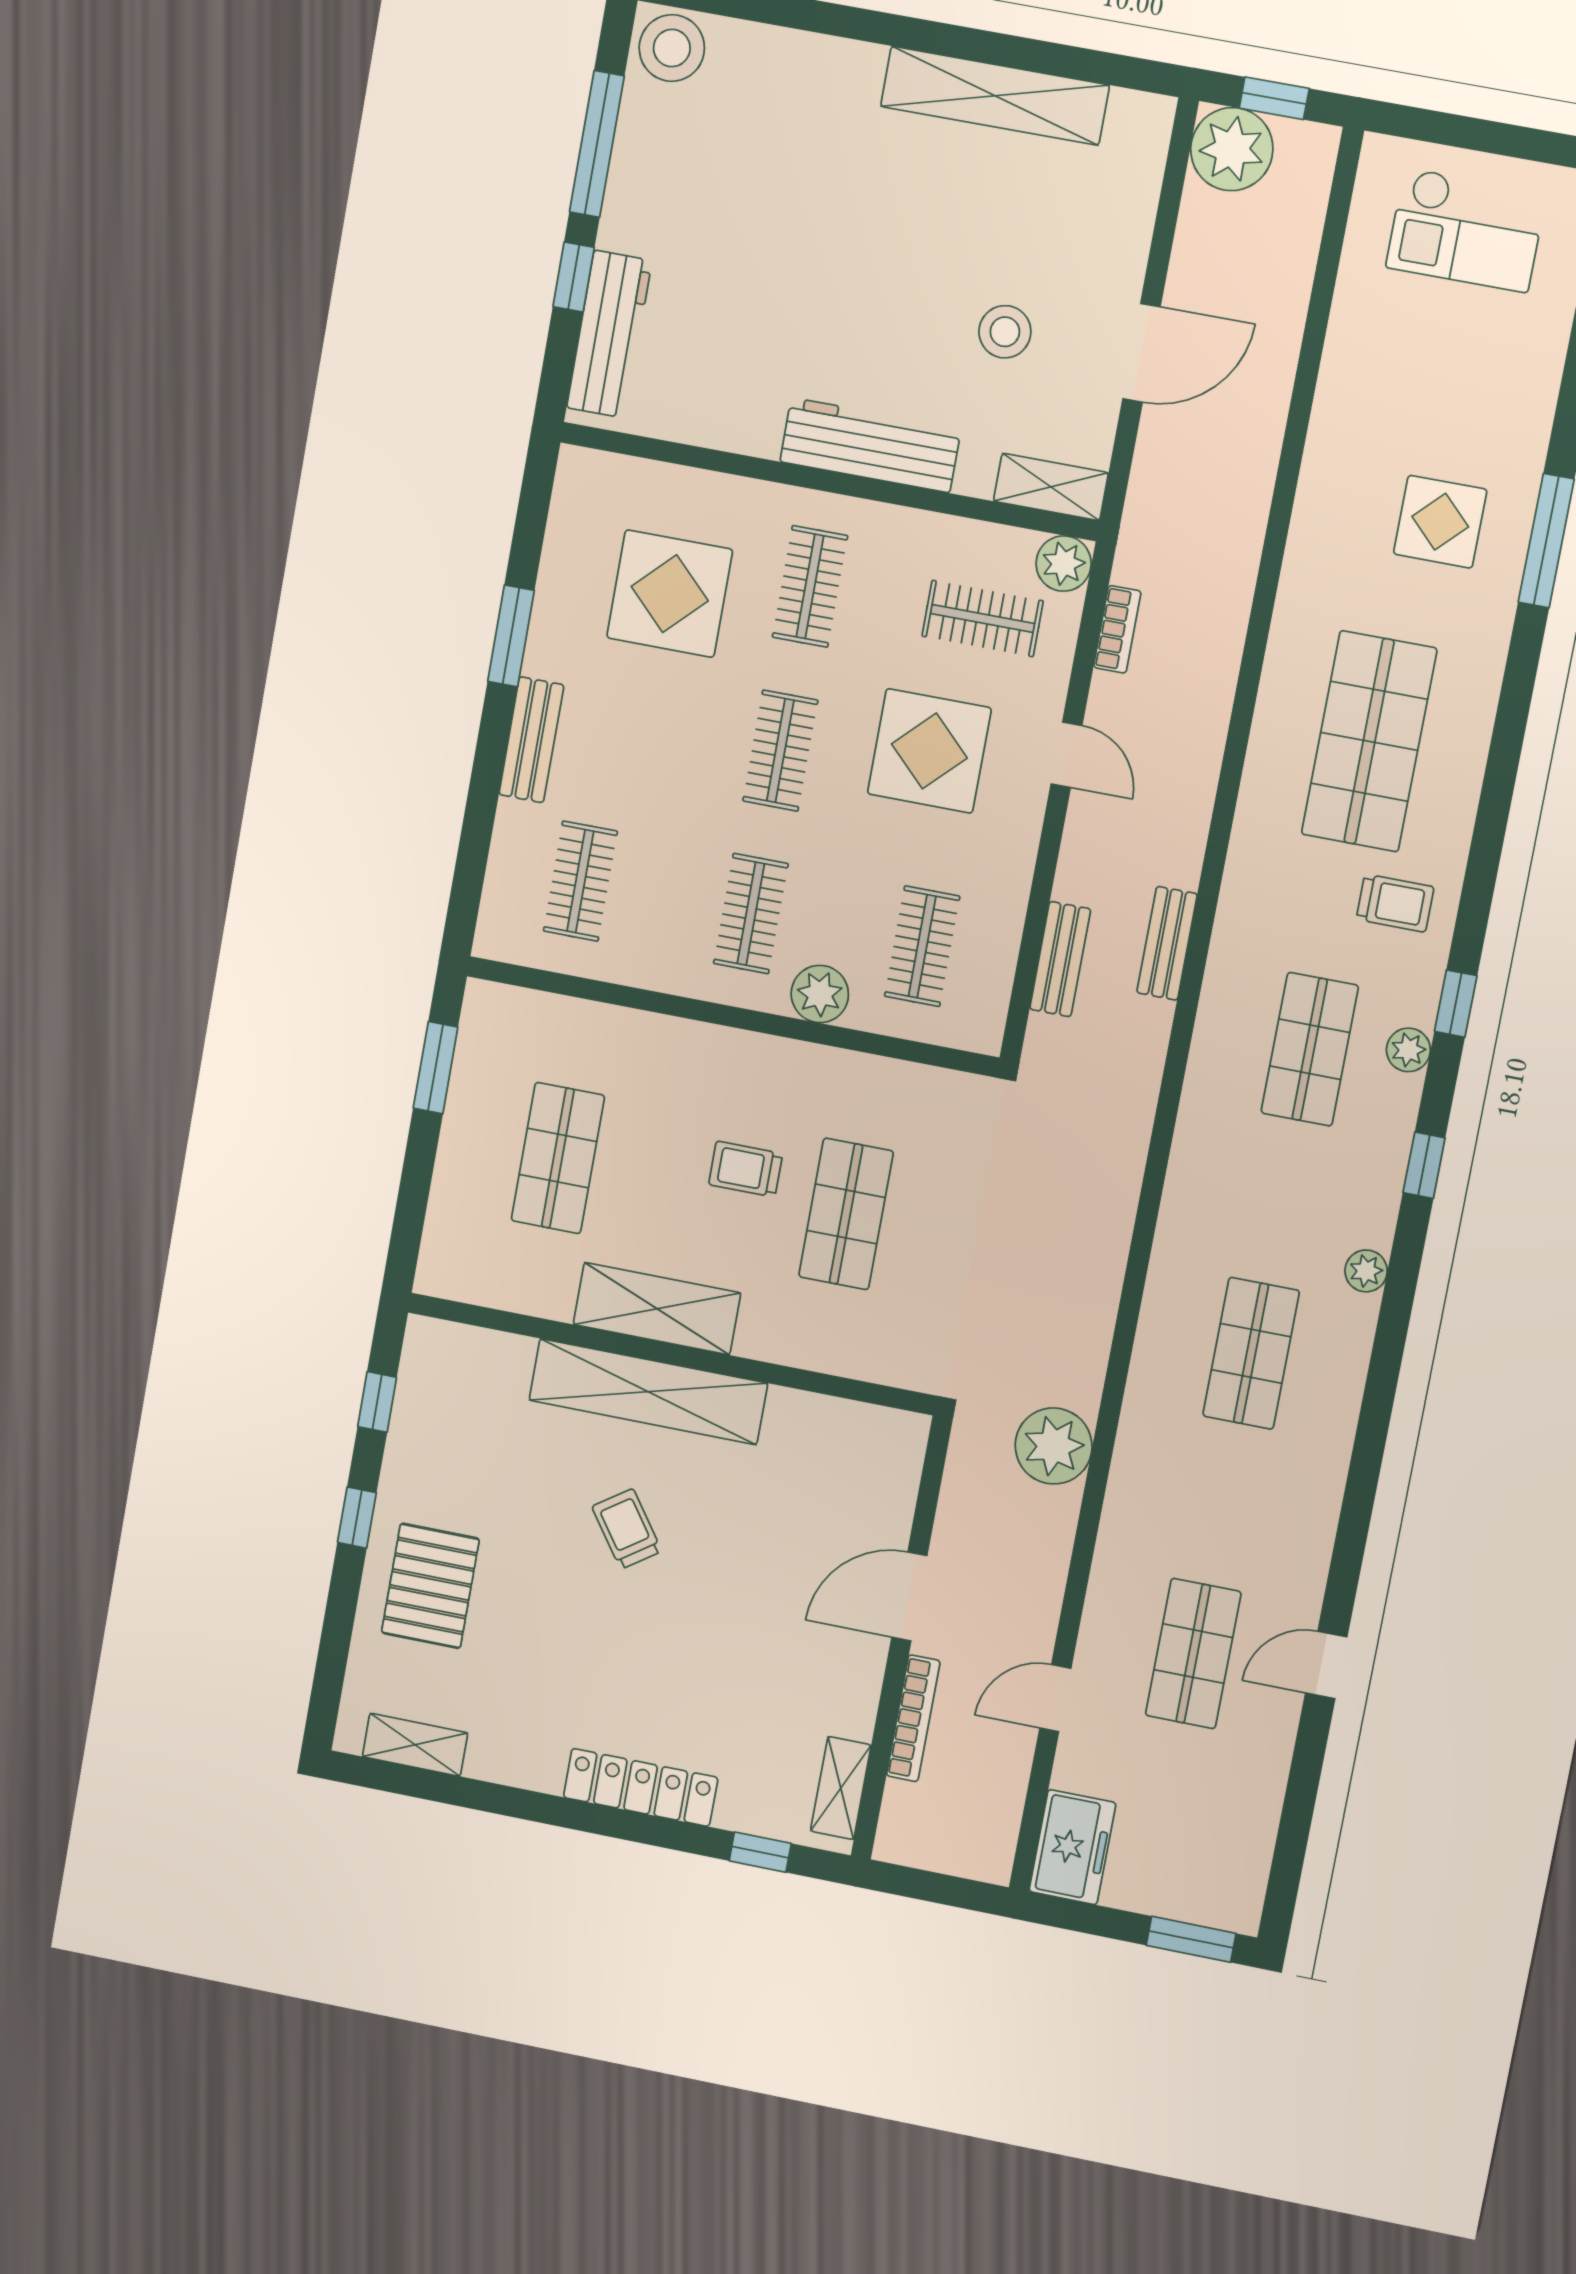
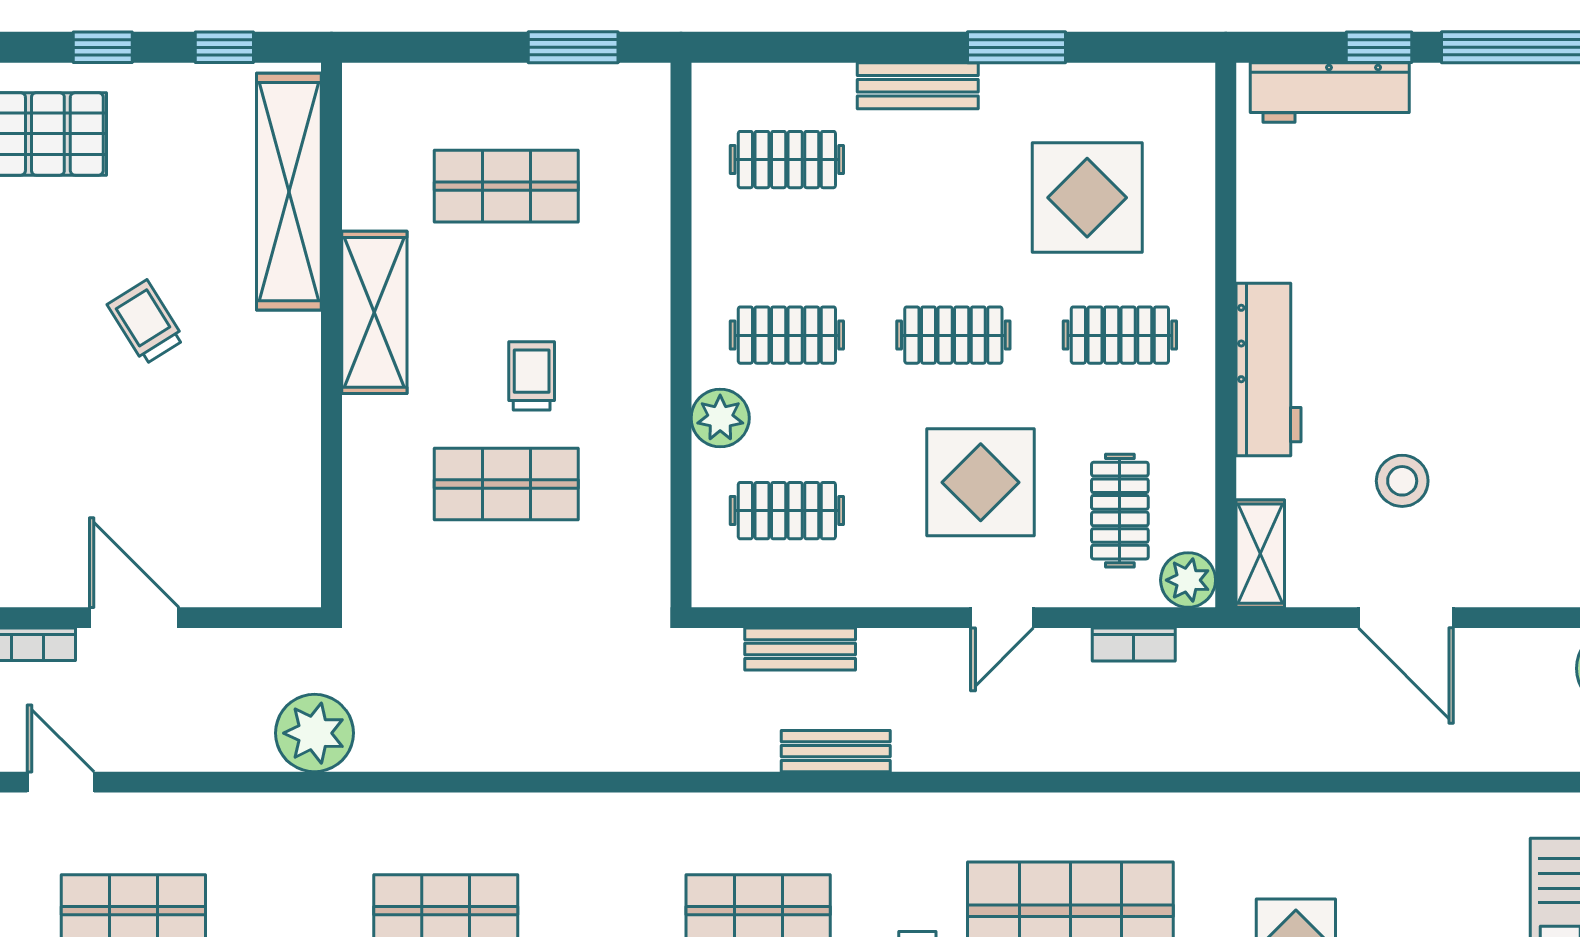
shelving: (648, 1392) -> (289, 192), moved
trolley: (627, 1529) -> (146, 322), turned -87

